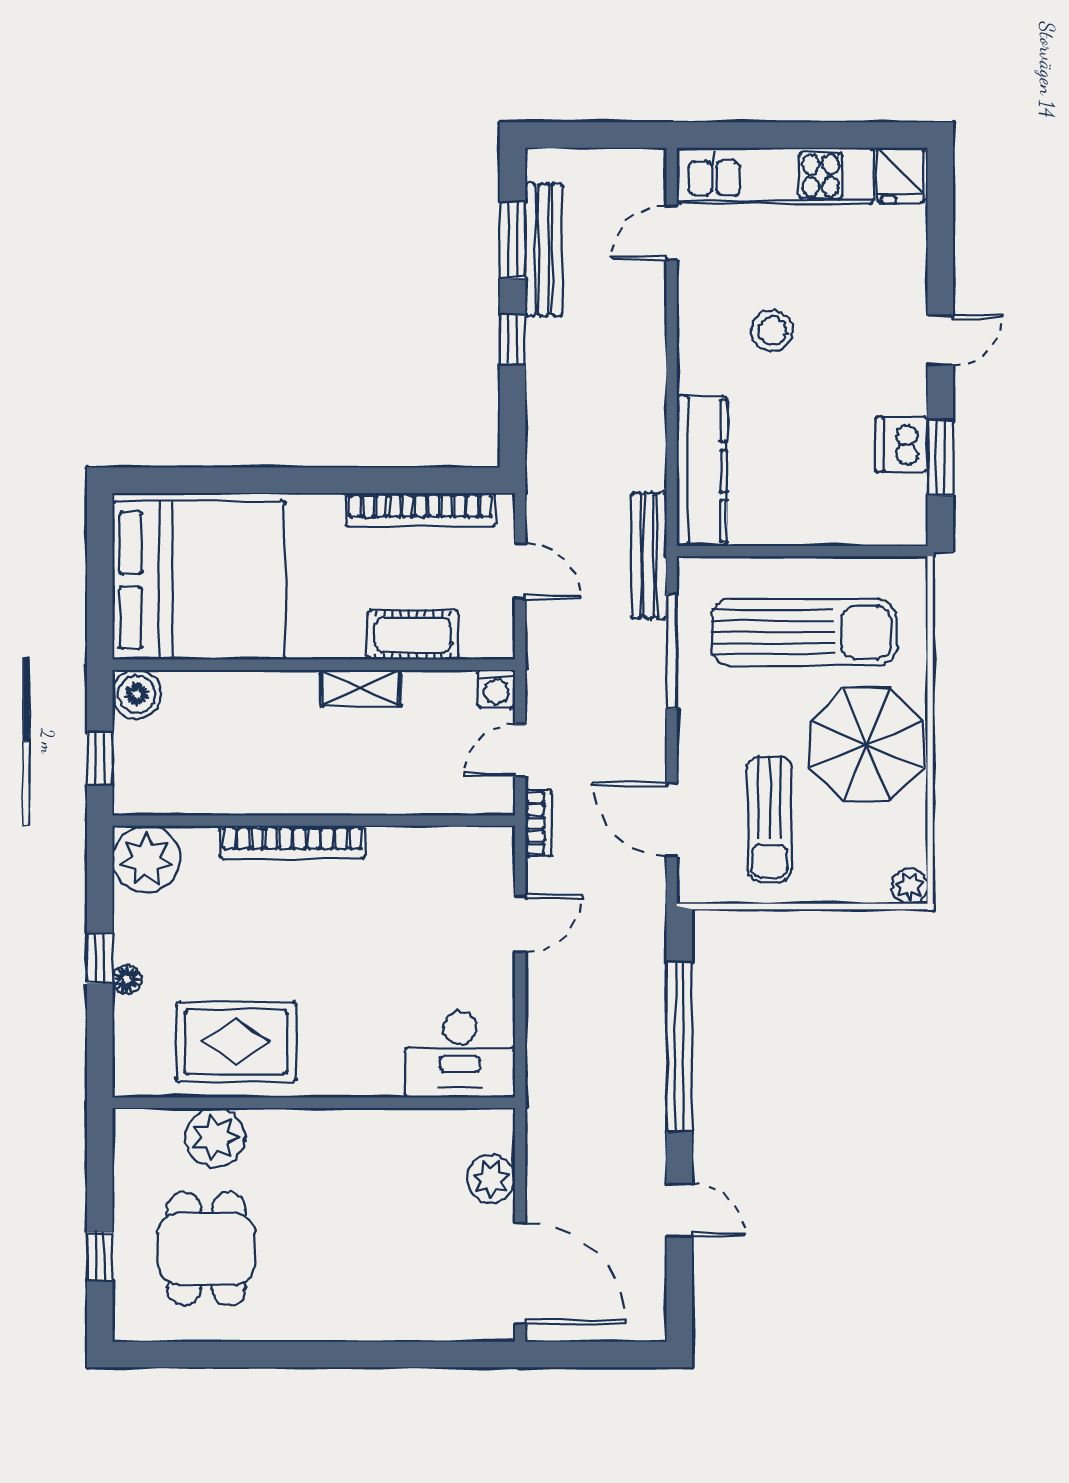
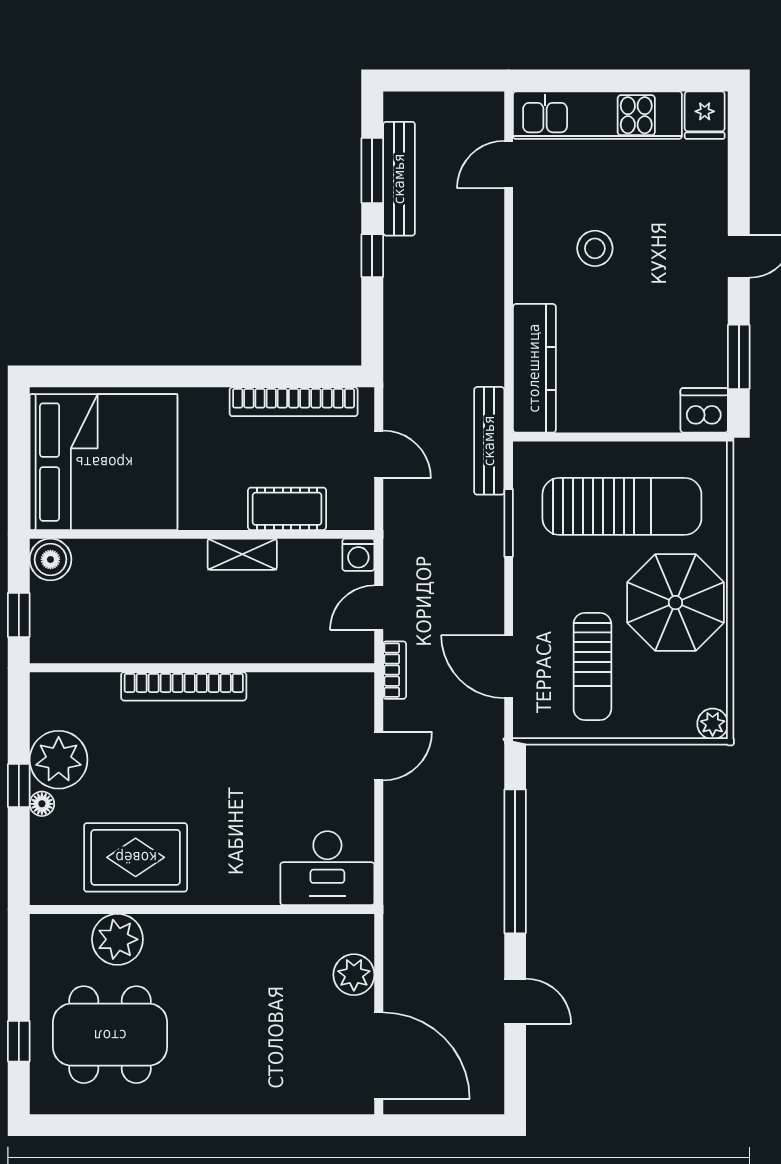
dishwasher: (902, 444) -> (704, 410), moved, turned 90
window: (672, 652) -> (509, 523), width x0.69
plant: (146, 859) -> (59, 760), moved
dining table: (206, 1249) -> (110, 1035), width x1.38

